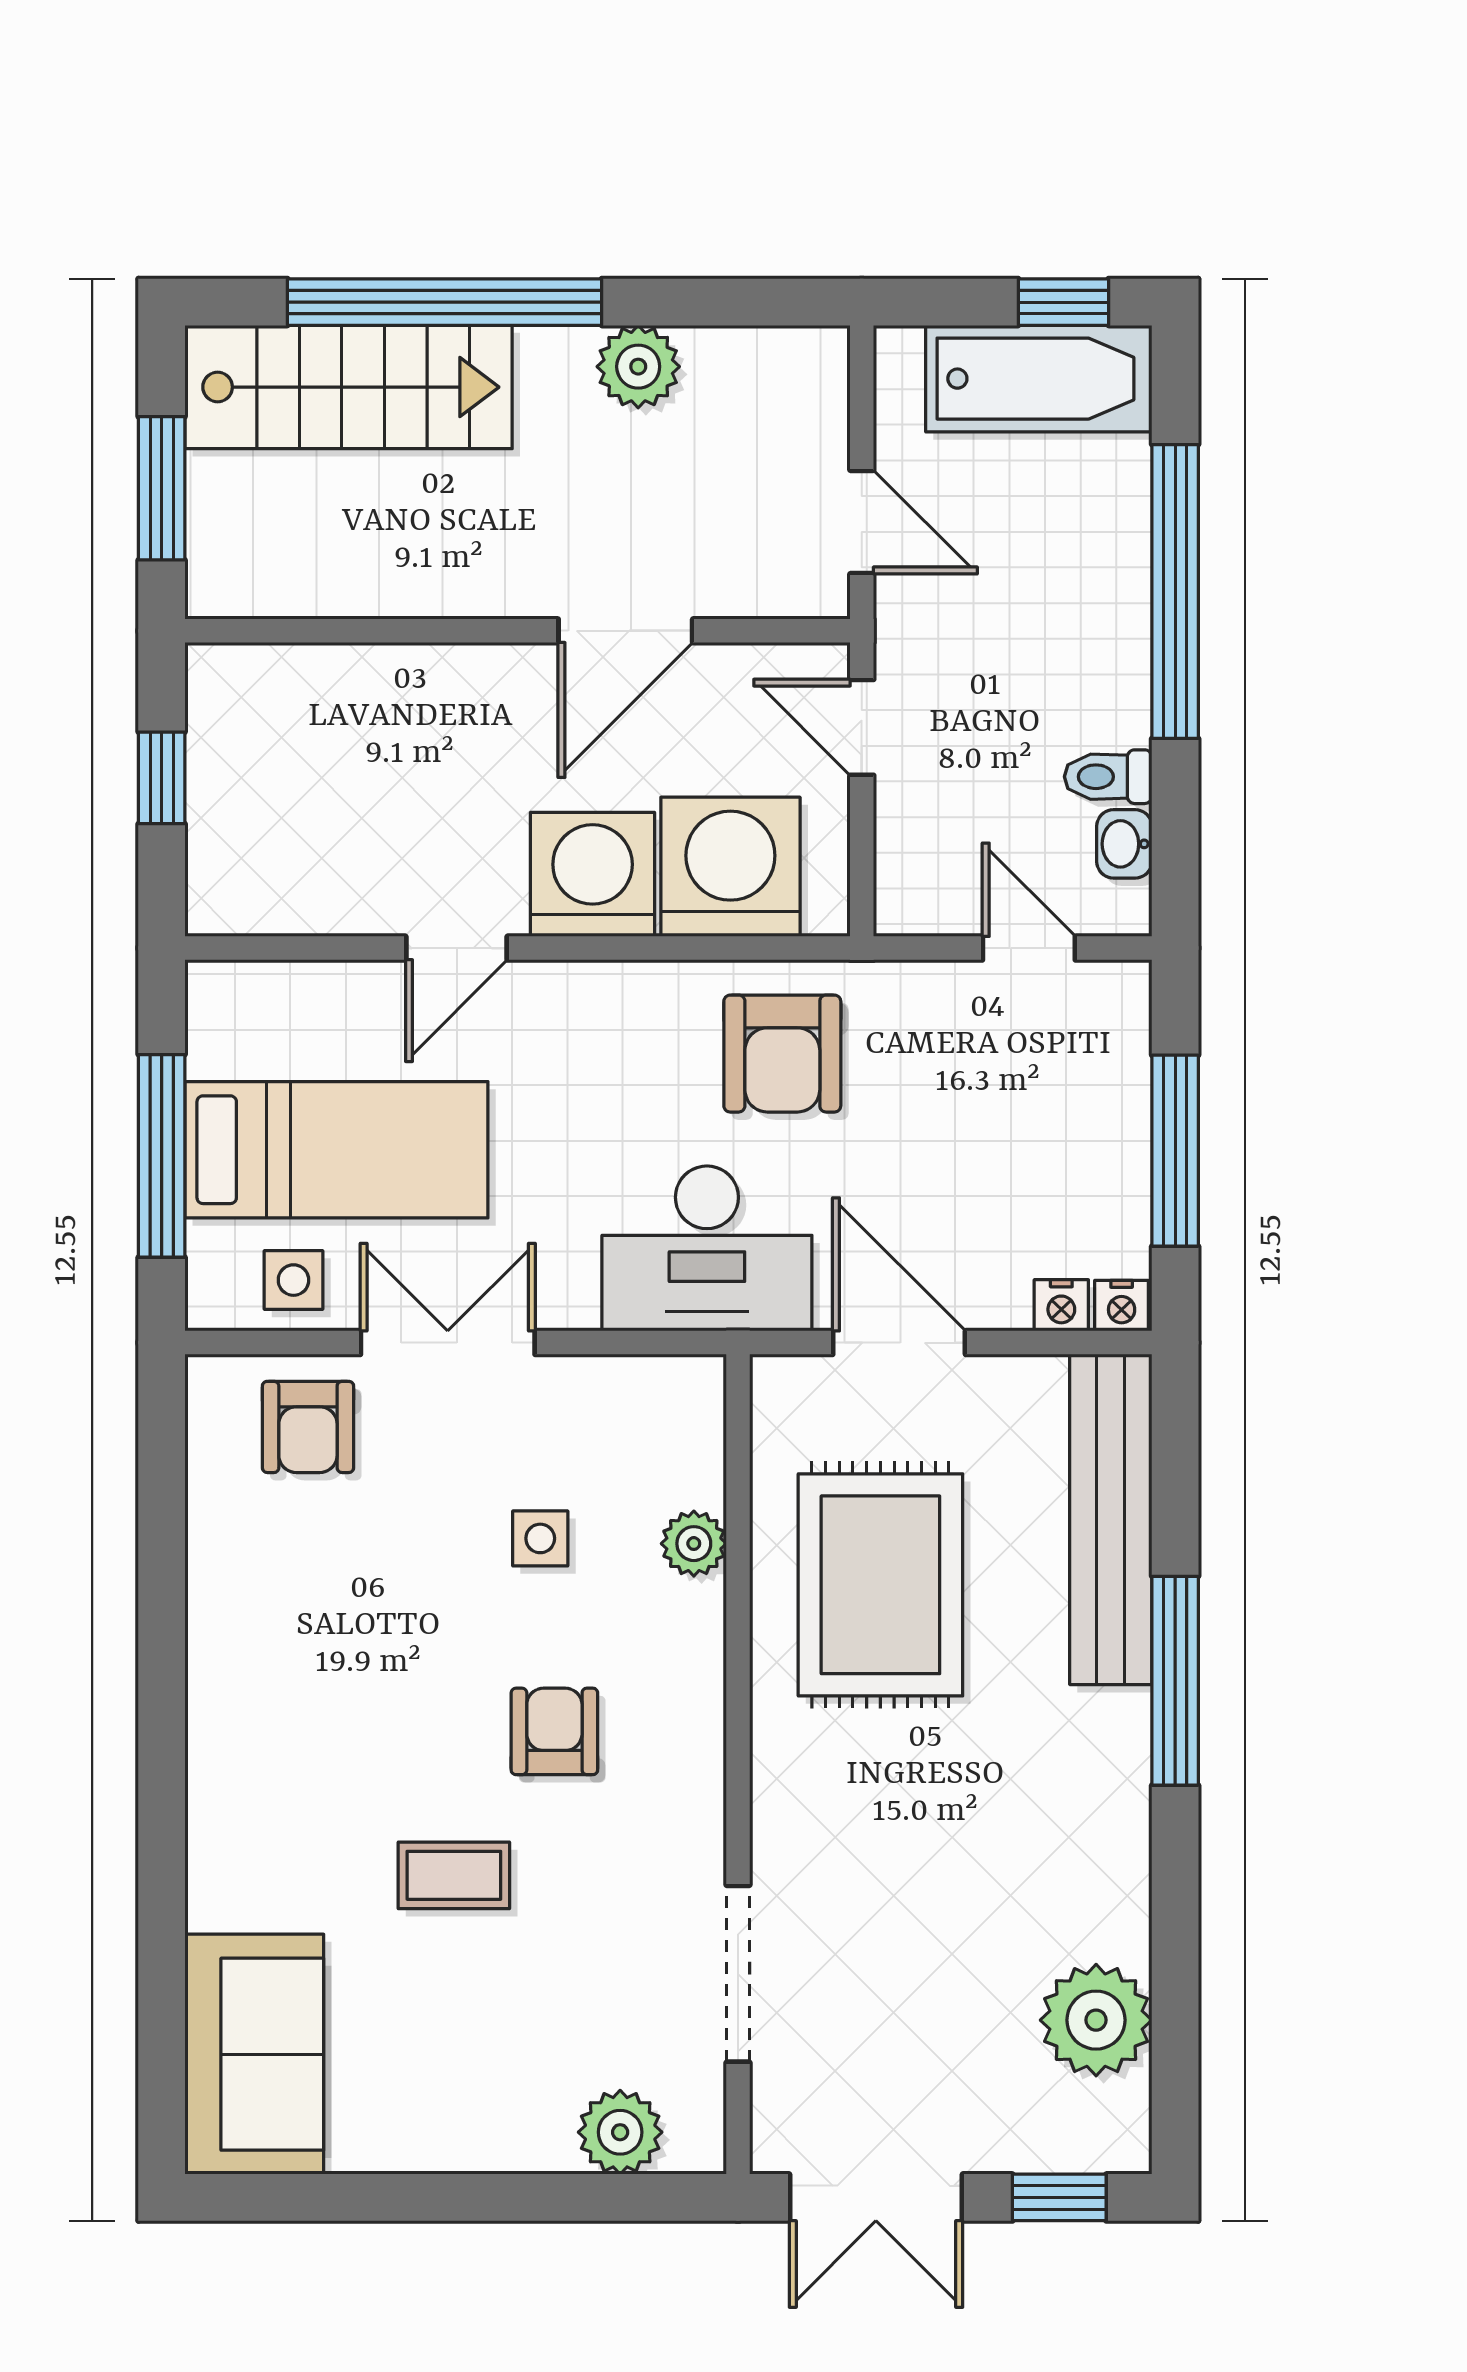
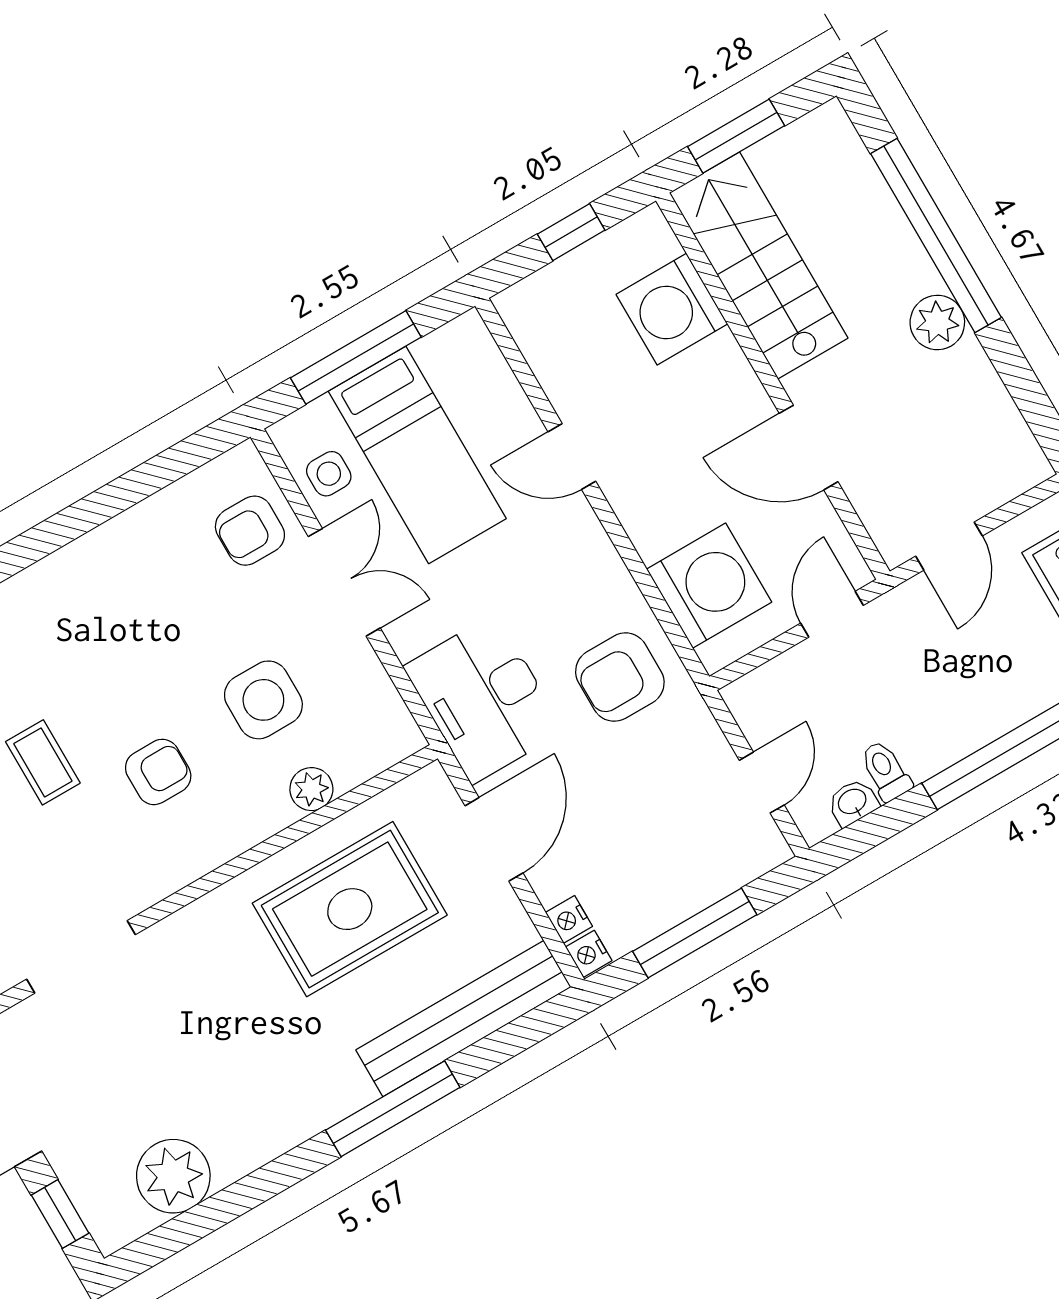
plant: (638, 367) -> (937, 323), moved
stairs: (349, 387) -> (759, 265), moved, turned 180
washing machine: (593, 874) -> (672, 309), moved, turned 180
side table: (540, 1538) -> (263, 700), width x1.87, depth x1.87

